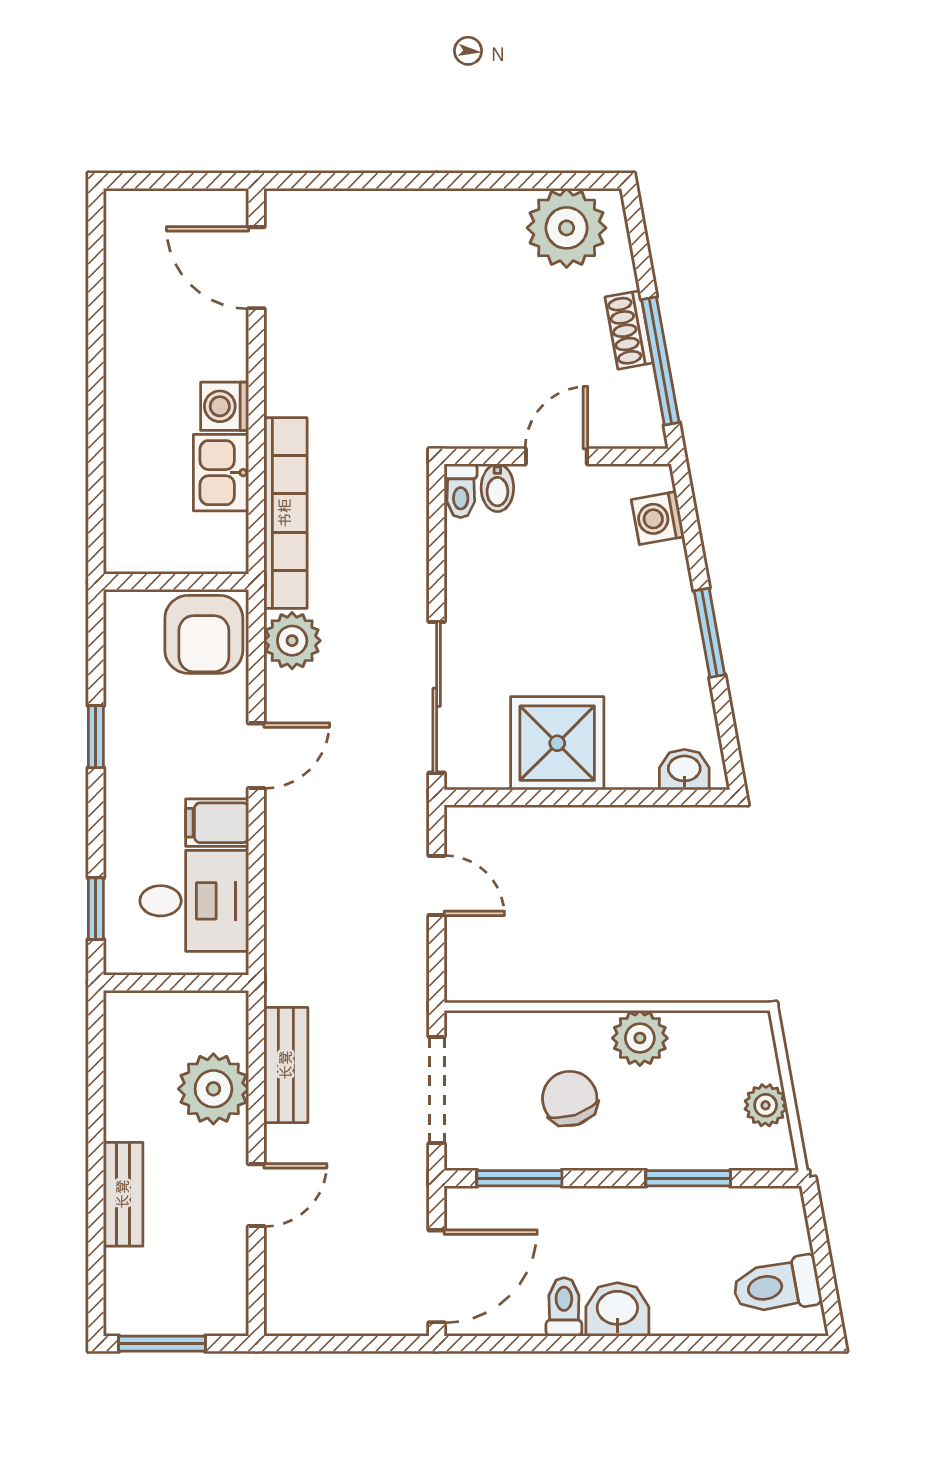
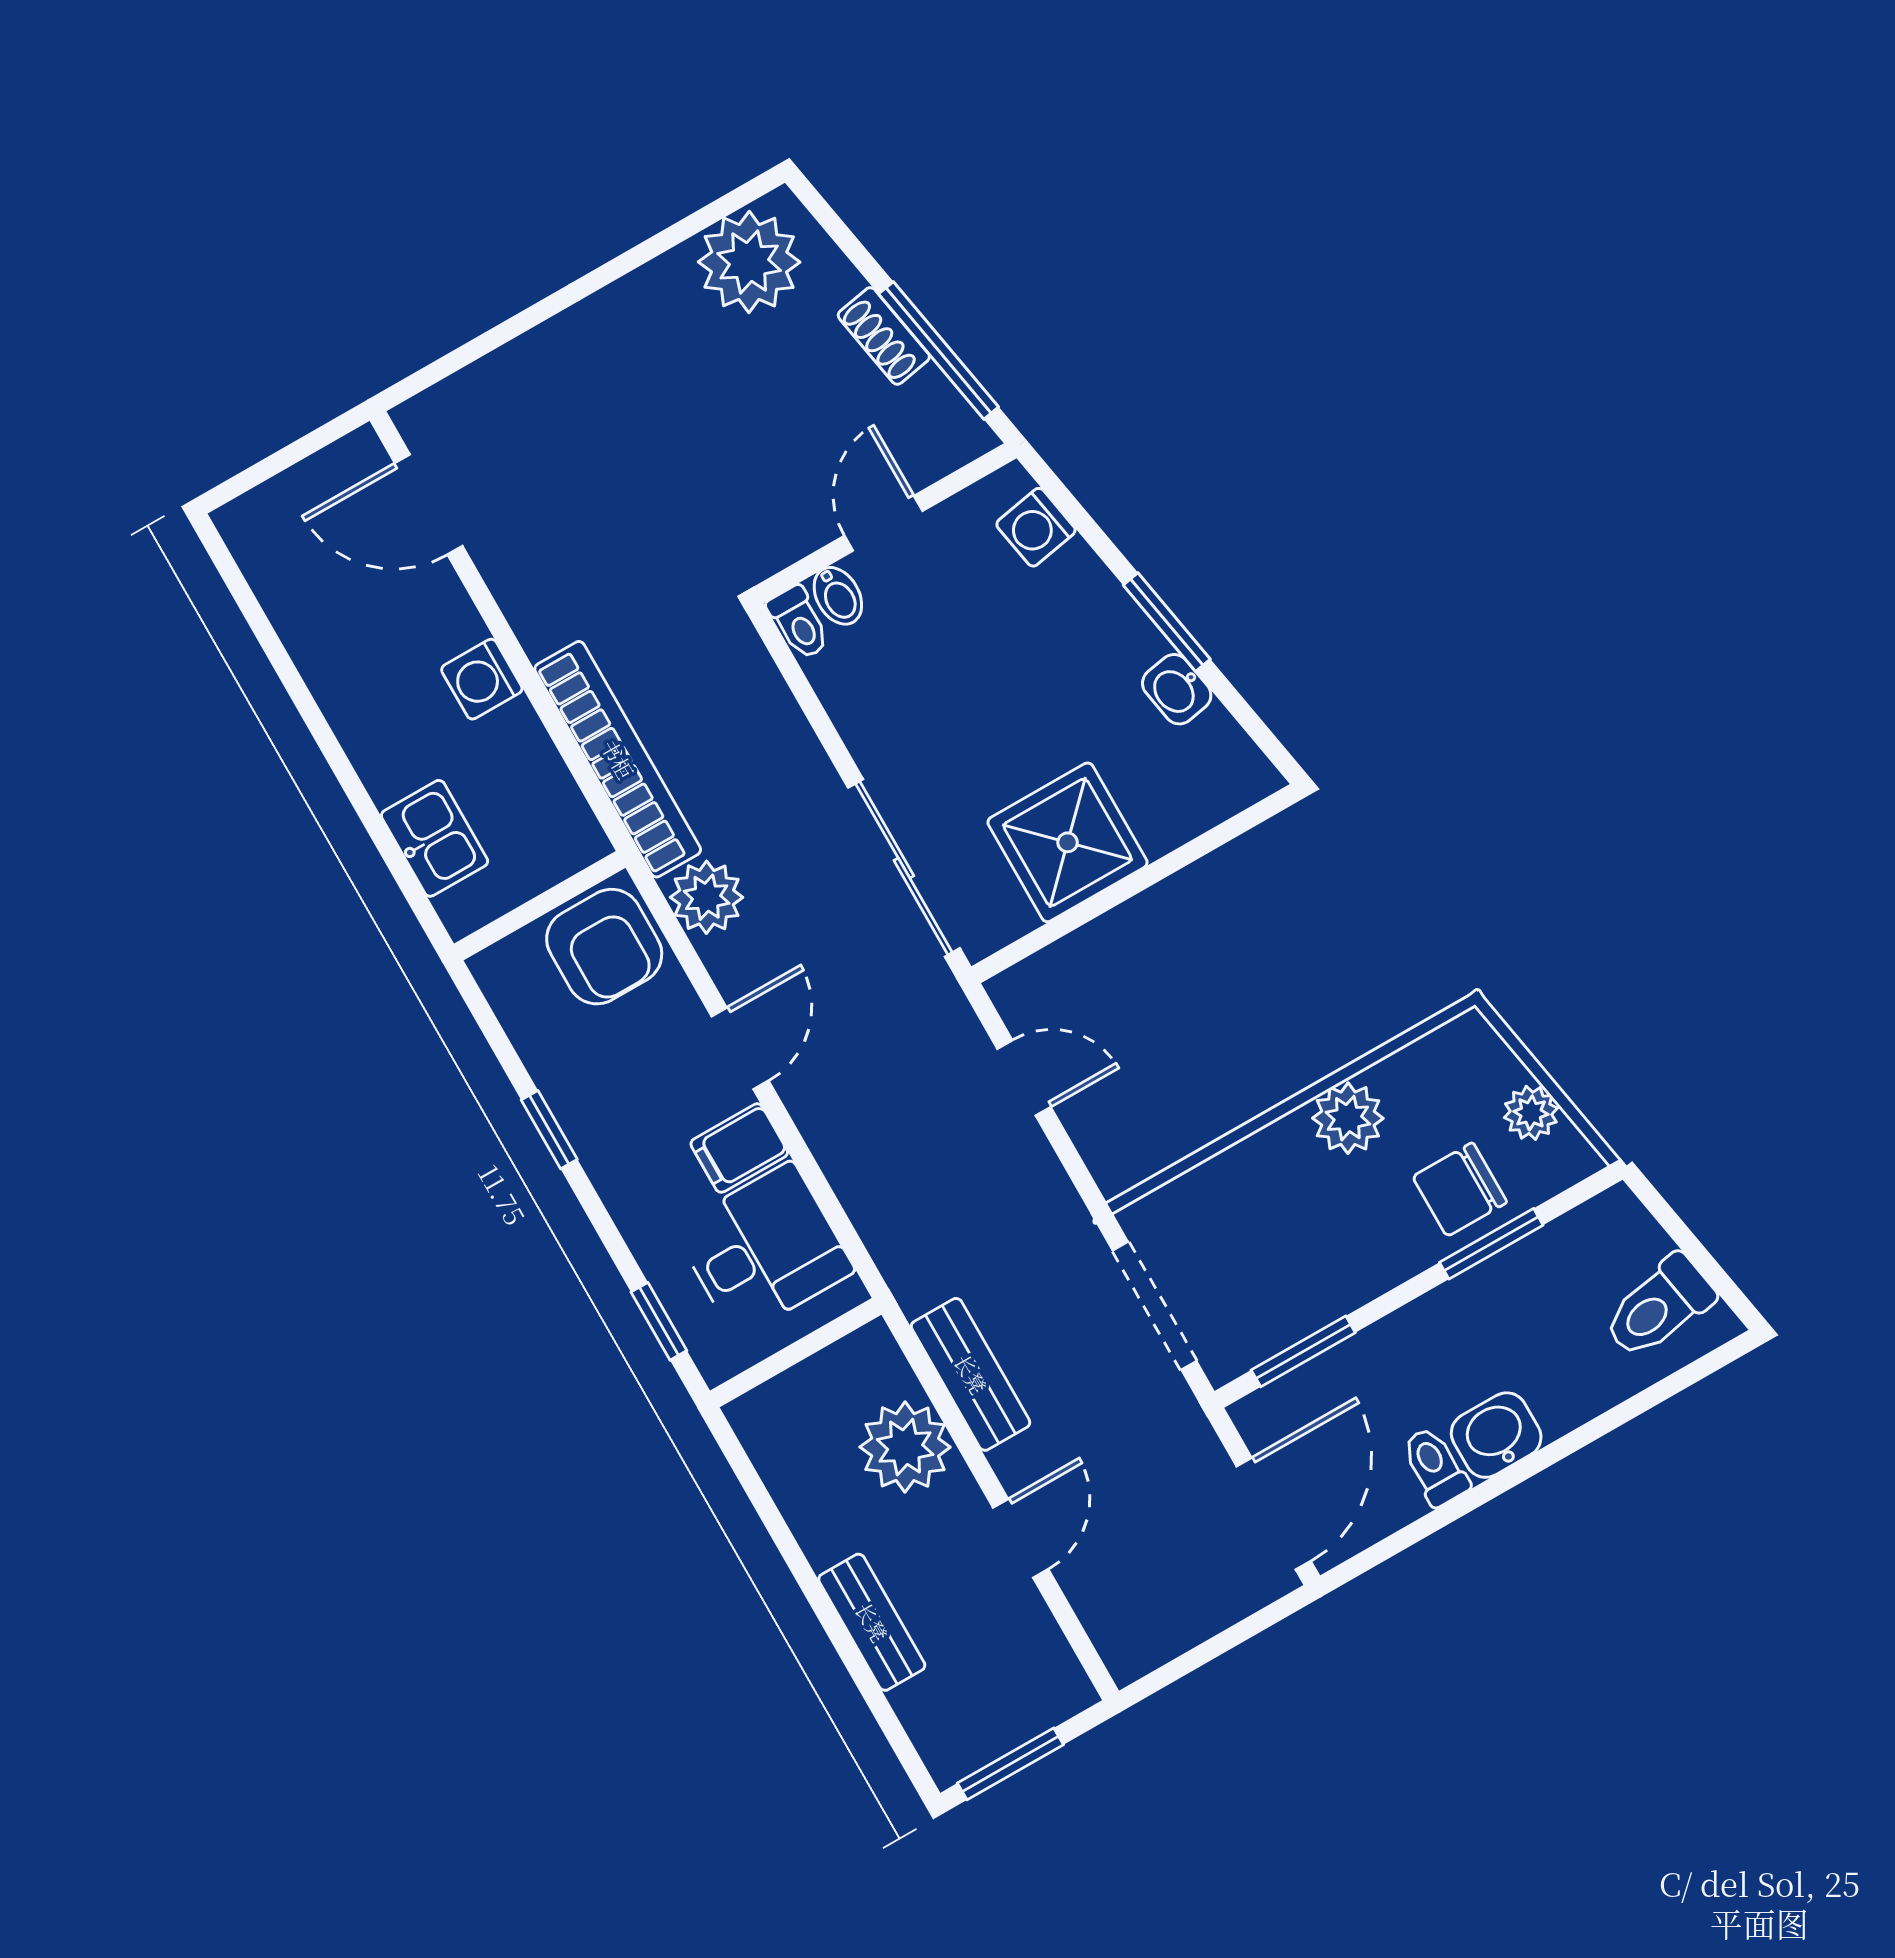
kitchen sink: (221, 473) -> (435, 838), moved, turned 180
washbasin: (684, 770) -> (1177, 689), moved, turned -100
chair: (570, 1099) -> (1460, 1189), moved, turned -72

